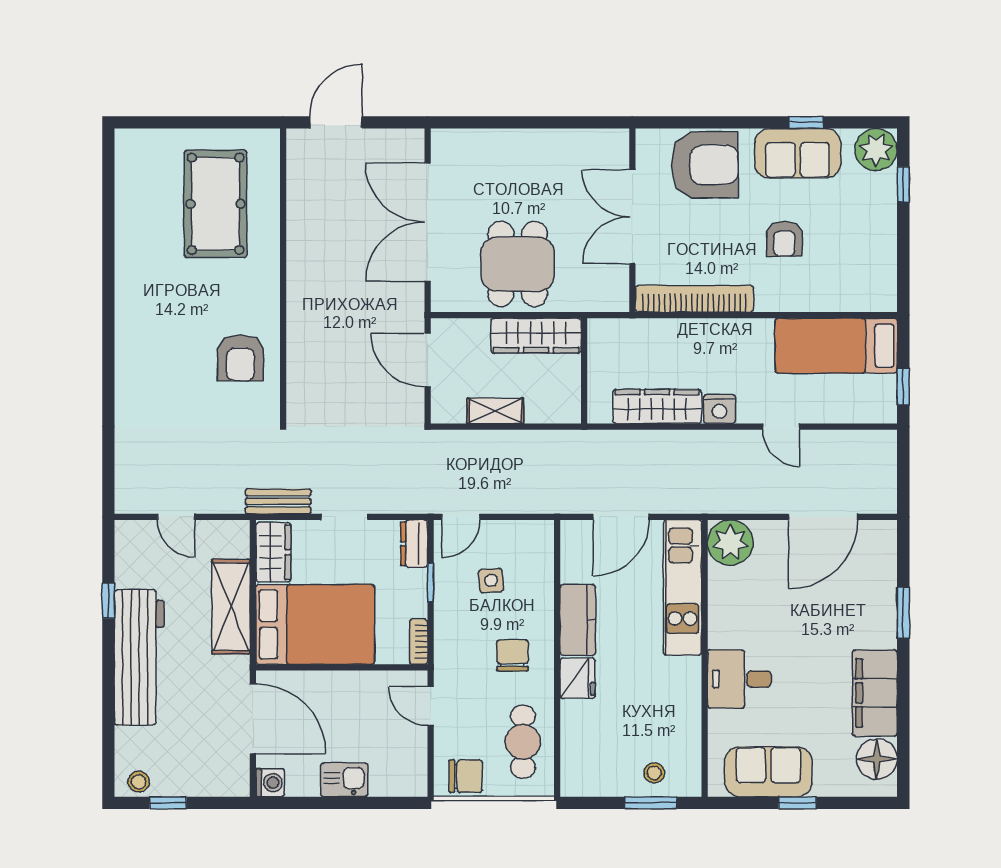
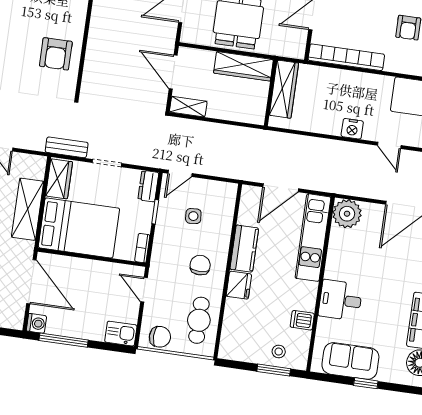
wardrobe: (657, 406) -> (284, 89), moved, turned 90
shelving: (495, 411) -> (188, 107), moved
dishwasher: (684, 719) -> (302, 320), added
kitchen sink: (344, 780) -> (121, 334), moved
window: (316, 803) -> (64, 340), added

